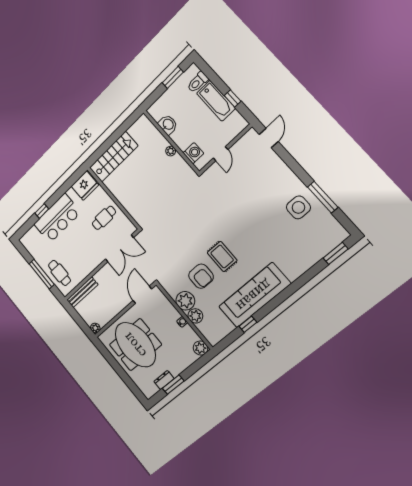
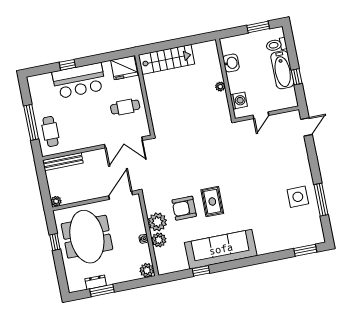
armchair: (201, 276) -> (184, 208), turned 90
window: (113, 362) -> (55, 242), added

